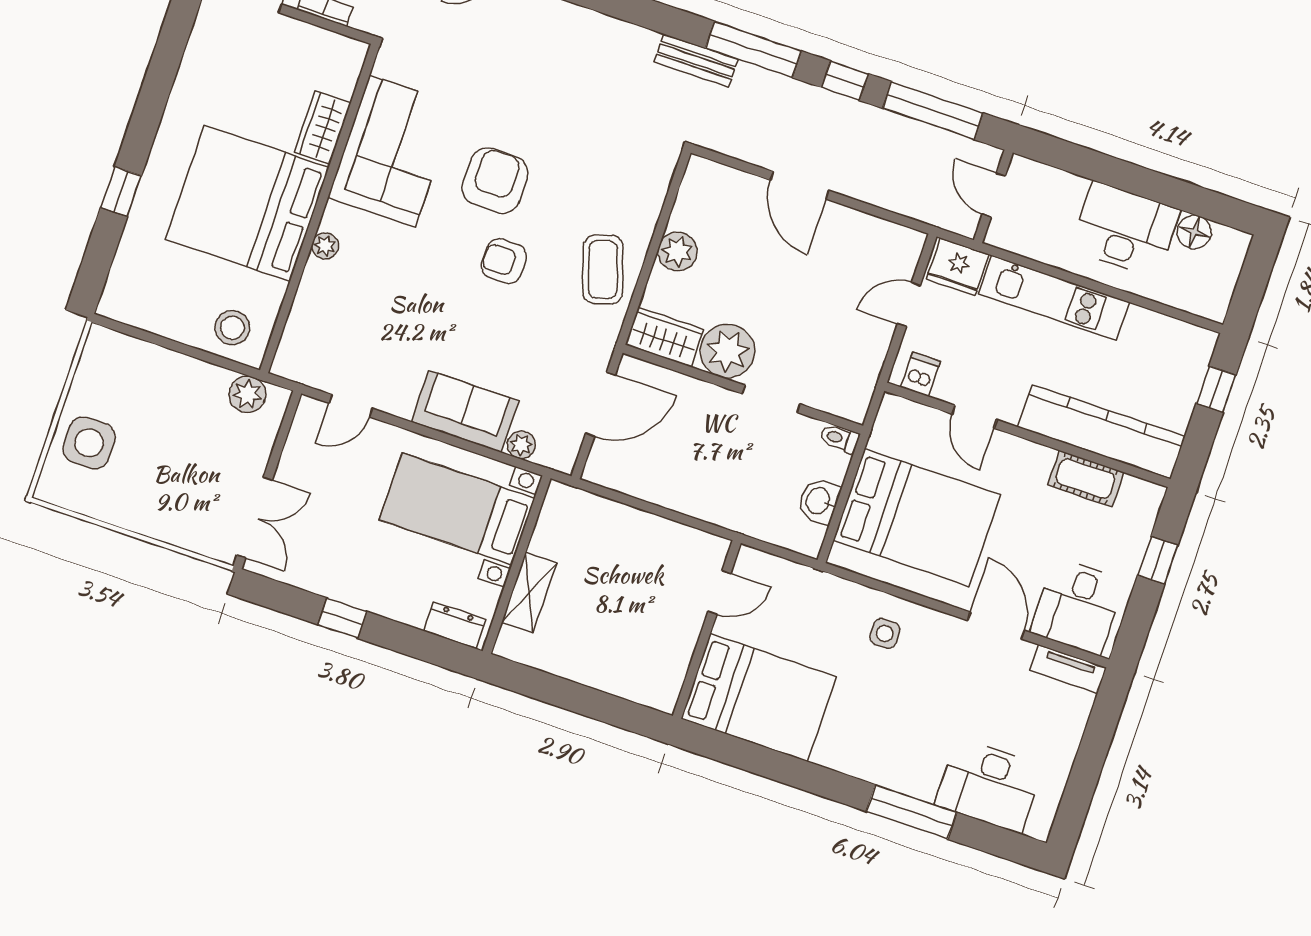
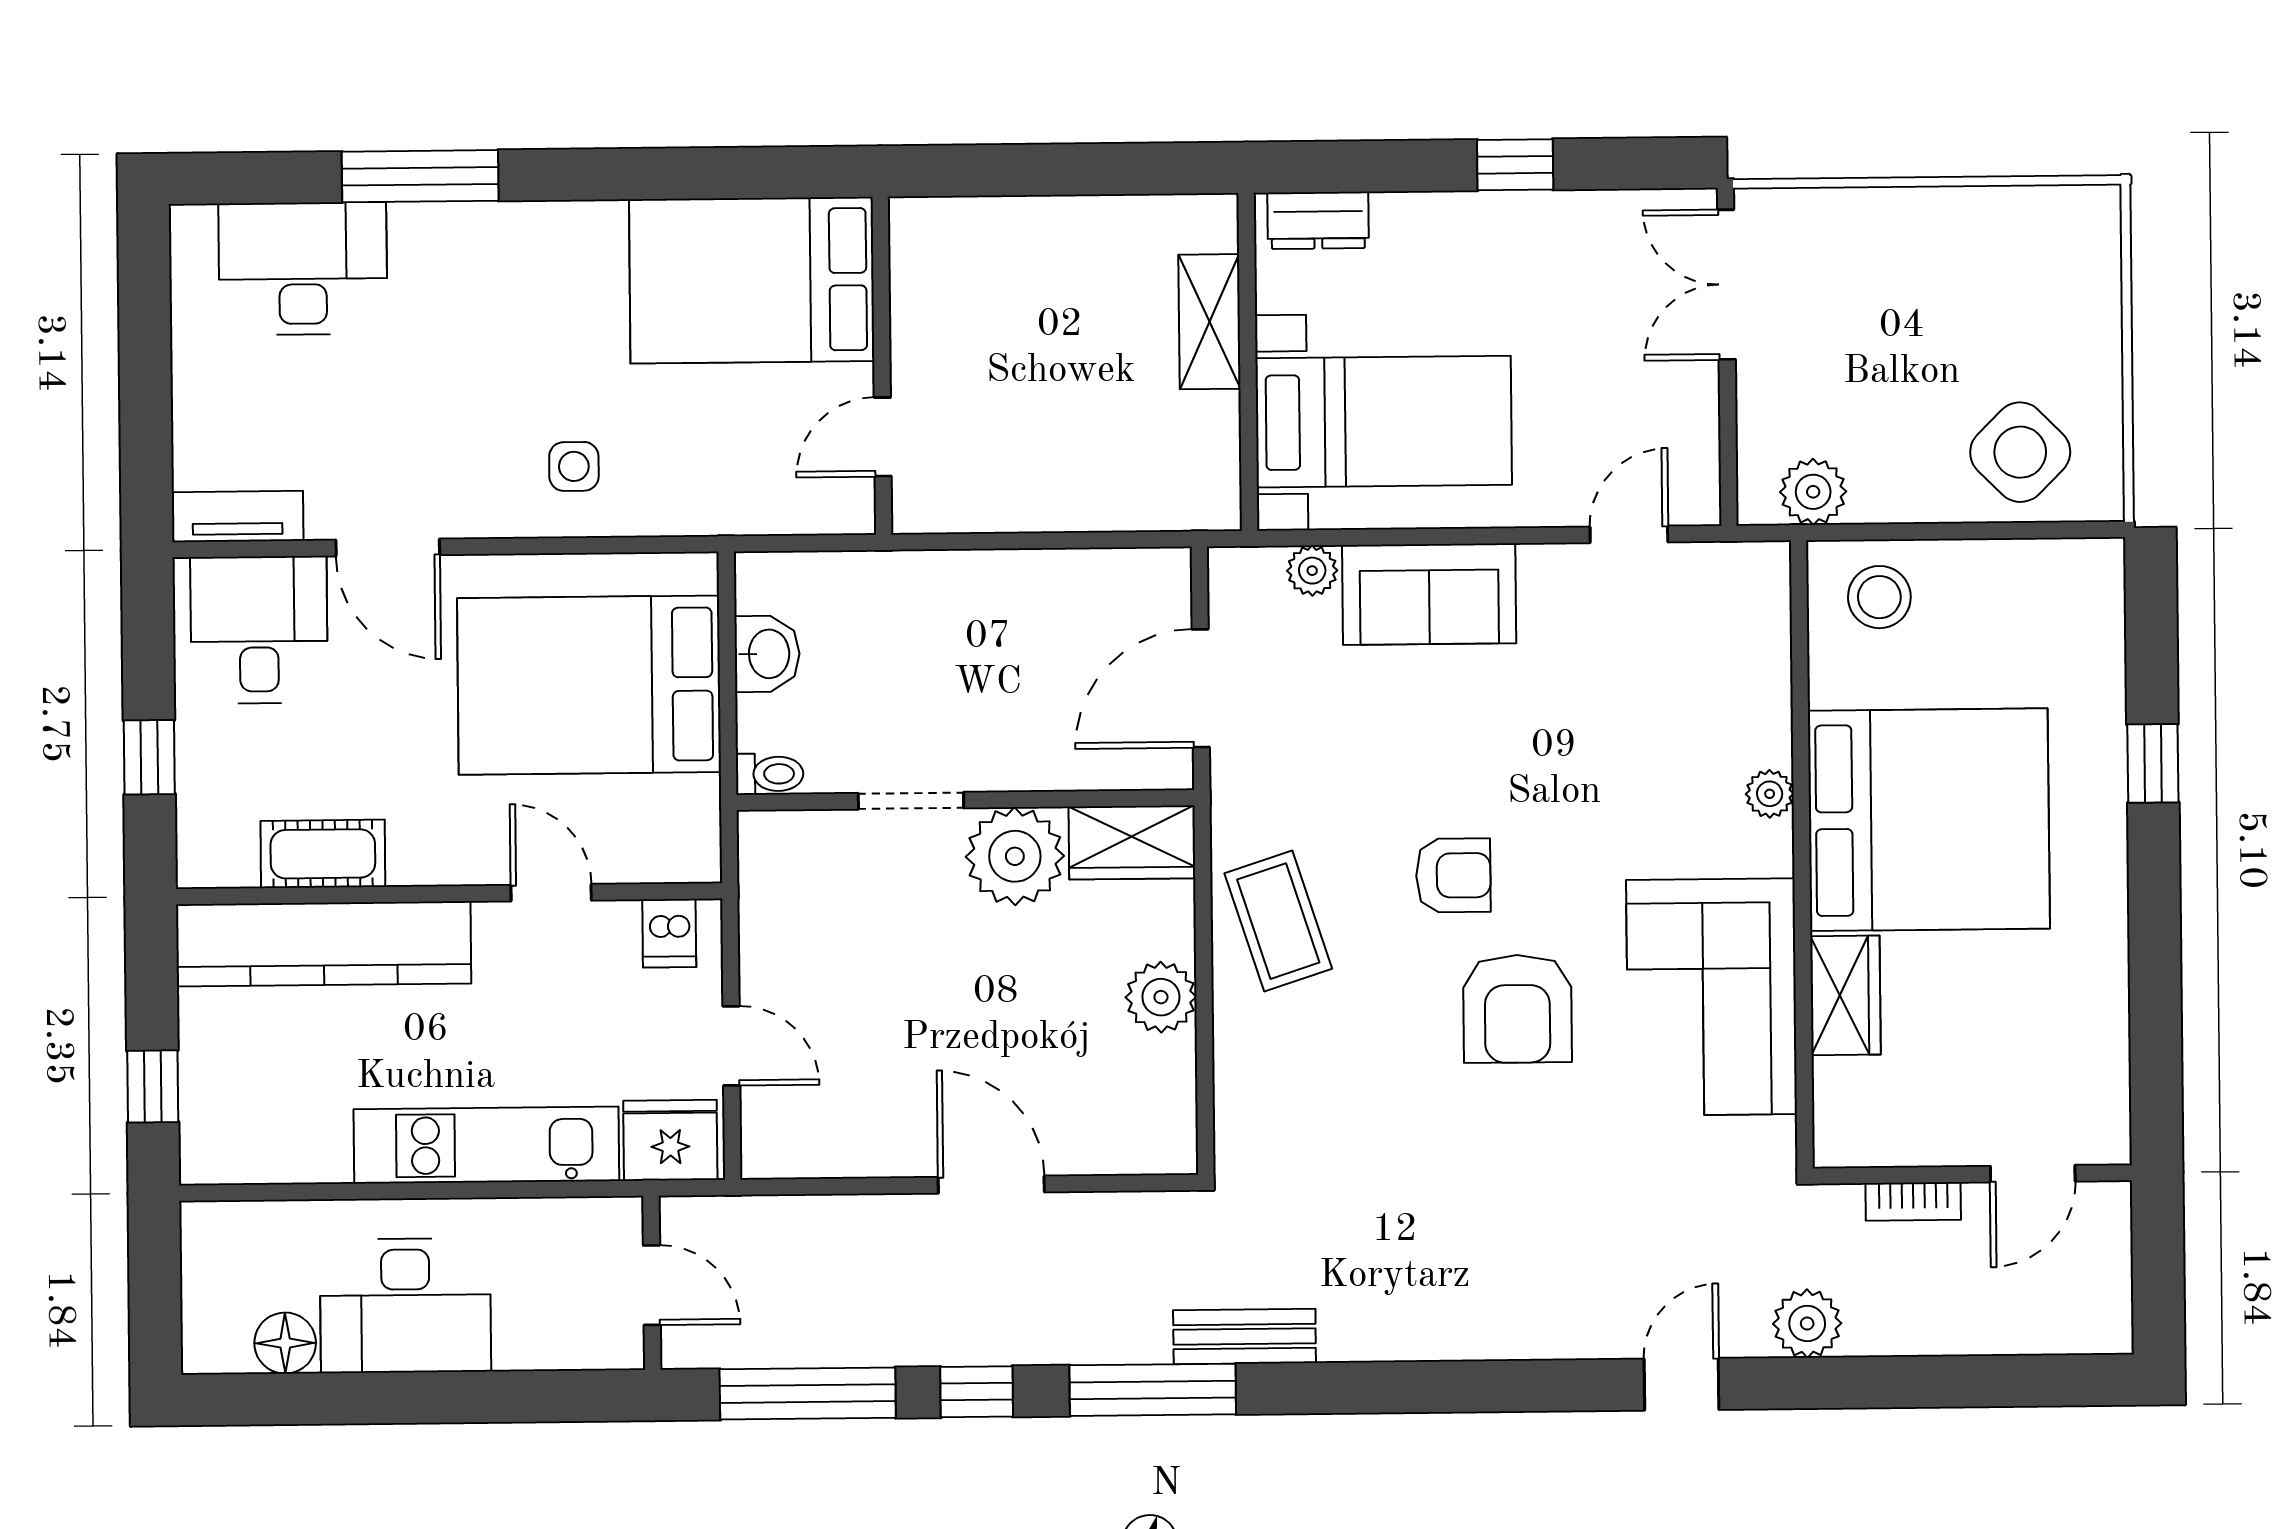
door: (909, 305) -> (731, 1046), hinge flipped
side table: (89, 443) -> (2020, 452), moved, turned 45

